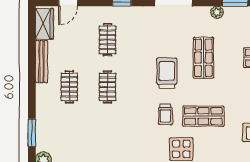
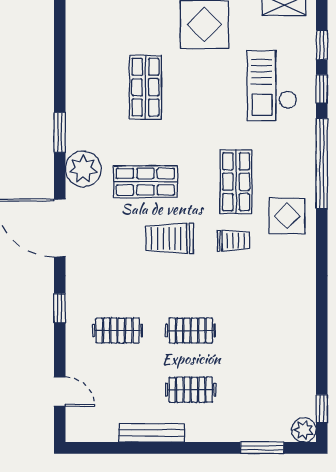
plant: (217, 12) -> (83, 169), width x1.87, depth x1.87
wardrobe: (44, 24) -> (93, 428), removed

